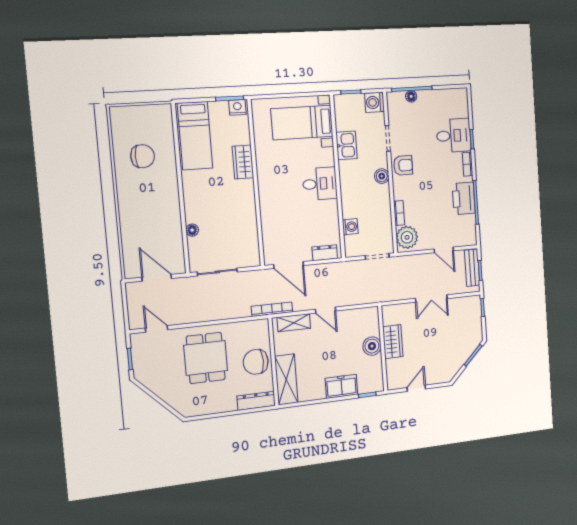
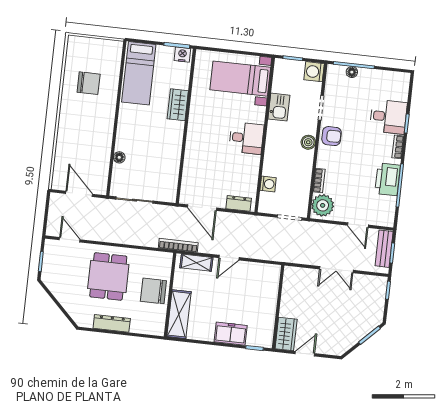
door: (325, 310) -> (229, 258), hinge flipped
wardrobe: (393, 342) -> (286, 334), moved
boiler: (372, 346) -> (268, 302), removed
dresser: (256, 401) -> (112, 323), moved

